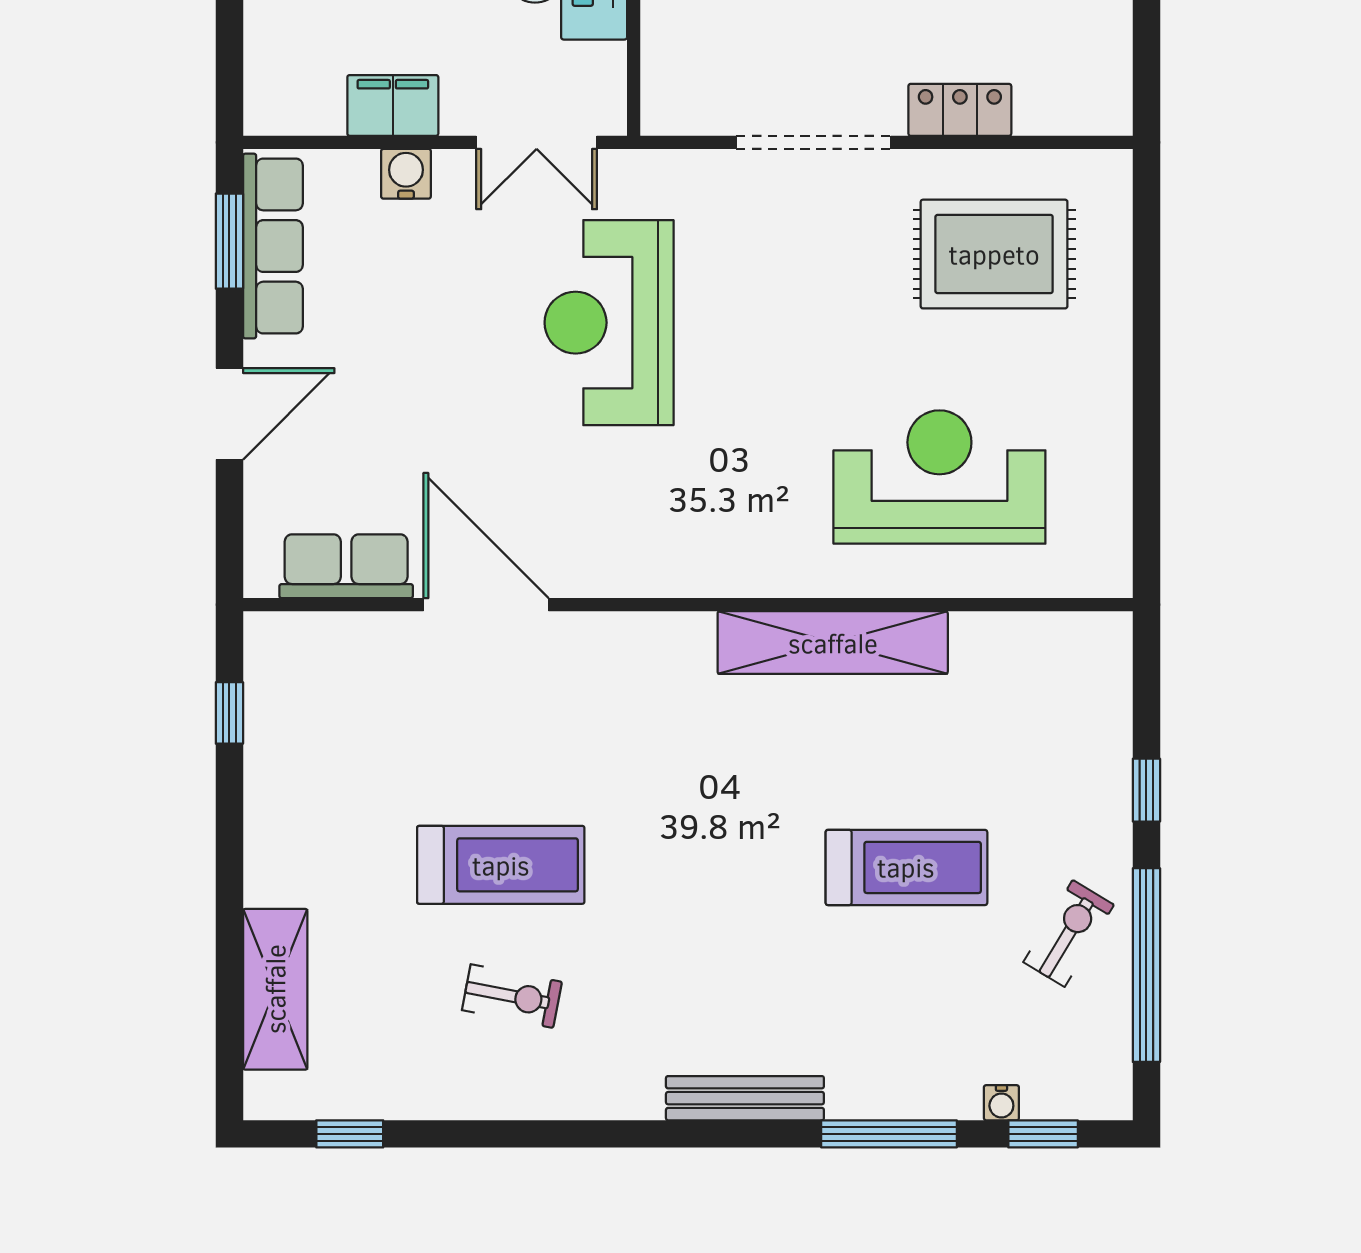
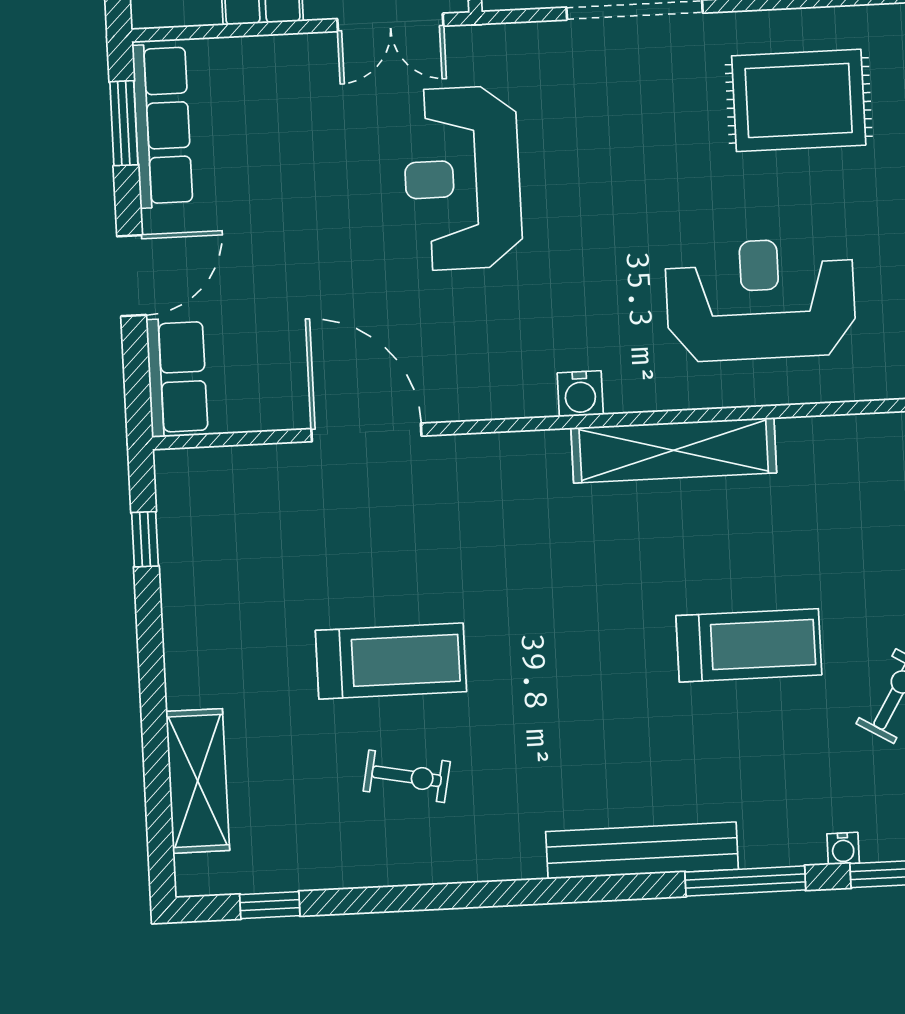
water cooler: (406, 174) -> (580, 394), moved, turned 180
row of seats: (346, 566) -> (177, 377), moved, turned 90
bench: (745, 1098) -> (642, 850), width x1.37, depth x1.21

